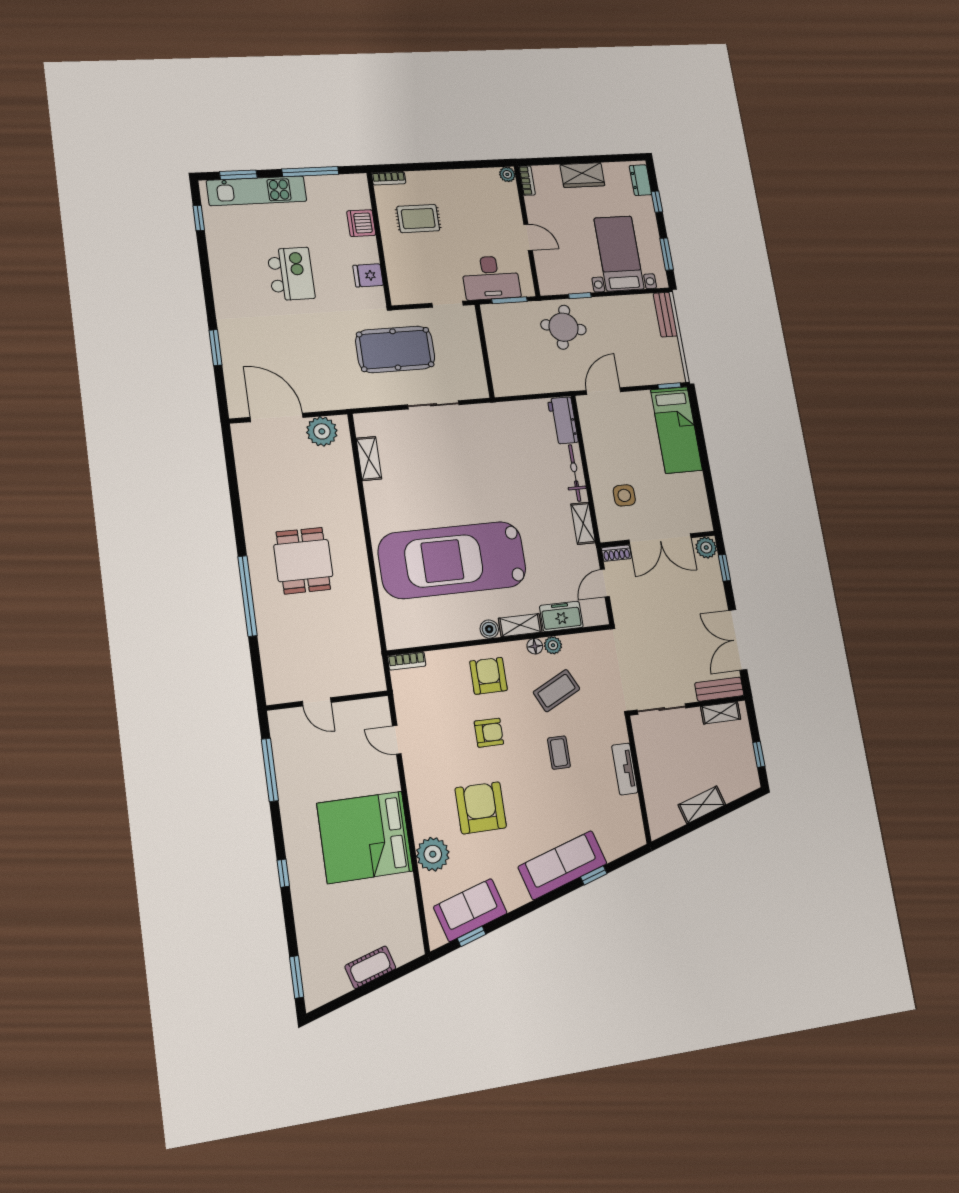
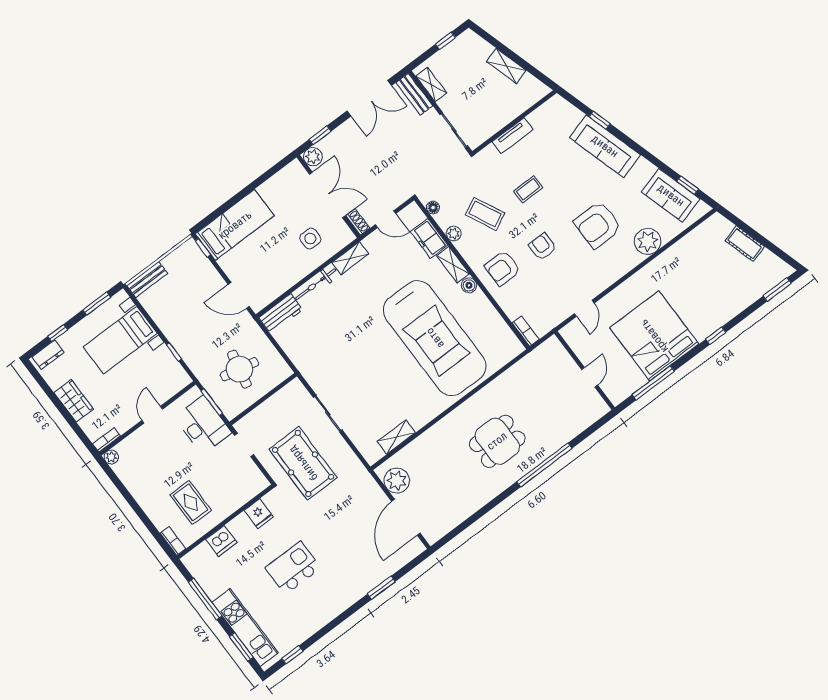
round table: (563, 327) -> (239, 369), moved
floor lamp: (535, 646) -> (433, 208), moved
bed: (365, 837) -> (654, 336), moved, turned 180

